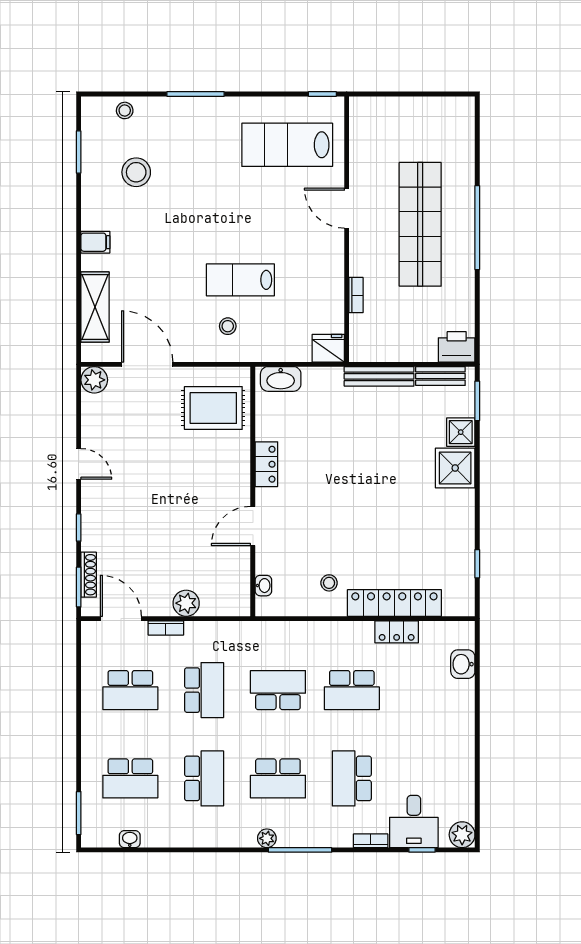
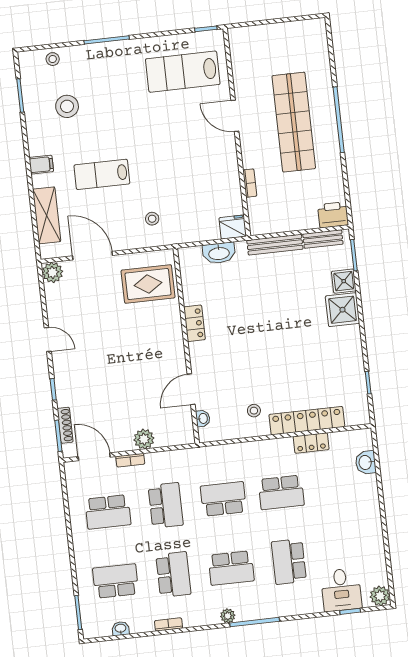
lab bench: (240, 280) -> (102, 174), moved
washbasin: (281, 379) -> (219, 253), moved
door: (253, 526) -> (191, 389), moved
school desk: (130, 778) -> (116, 581), turned 180
bookcase: (371, 841) -> (169, 624), moved

